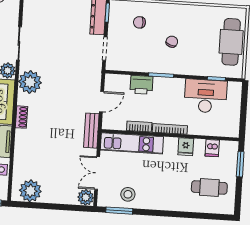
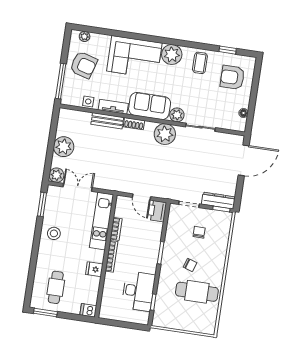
chair: (139, 22) -> (199, 232), moved
cafe table: (231, 42) -> (197, 292), moved
printer: (141, 85) -> (157, 211), moved
bench: (91, 131) -> (107, 121), moved
dishwasher: (212, 148) -> (88, 310), moved
window: (240, 164) -> (45, 313), moved
plant: (30, 191) -> (64, 147), moved
stool: (128, 194) -> (54, 233), moved

